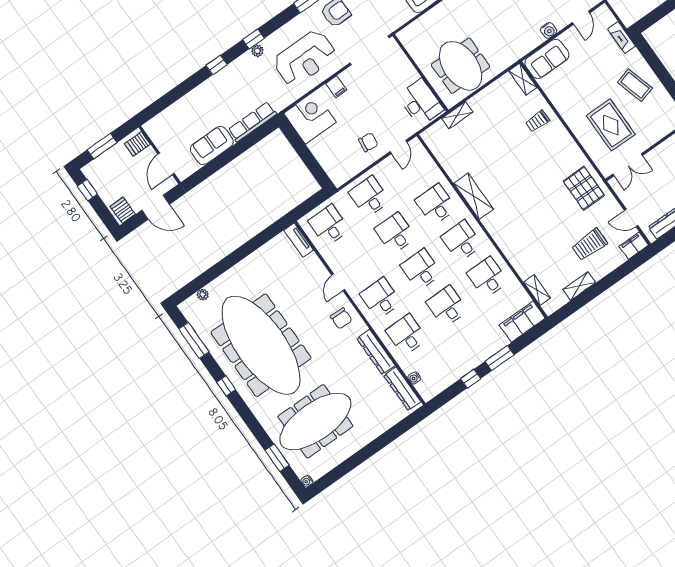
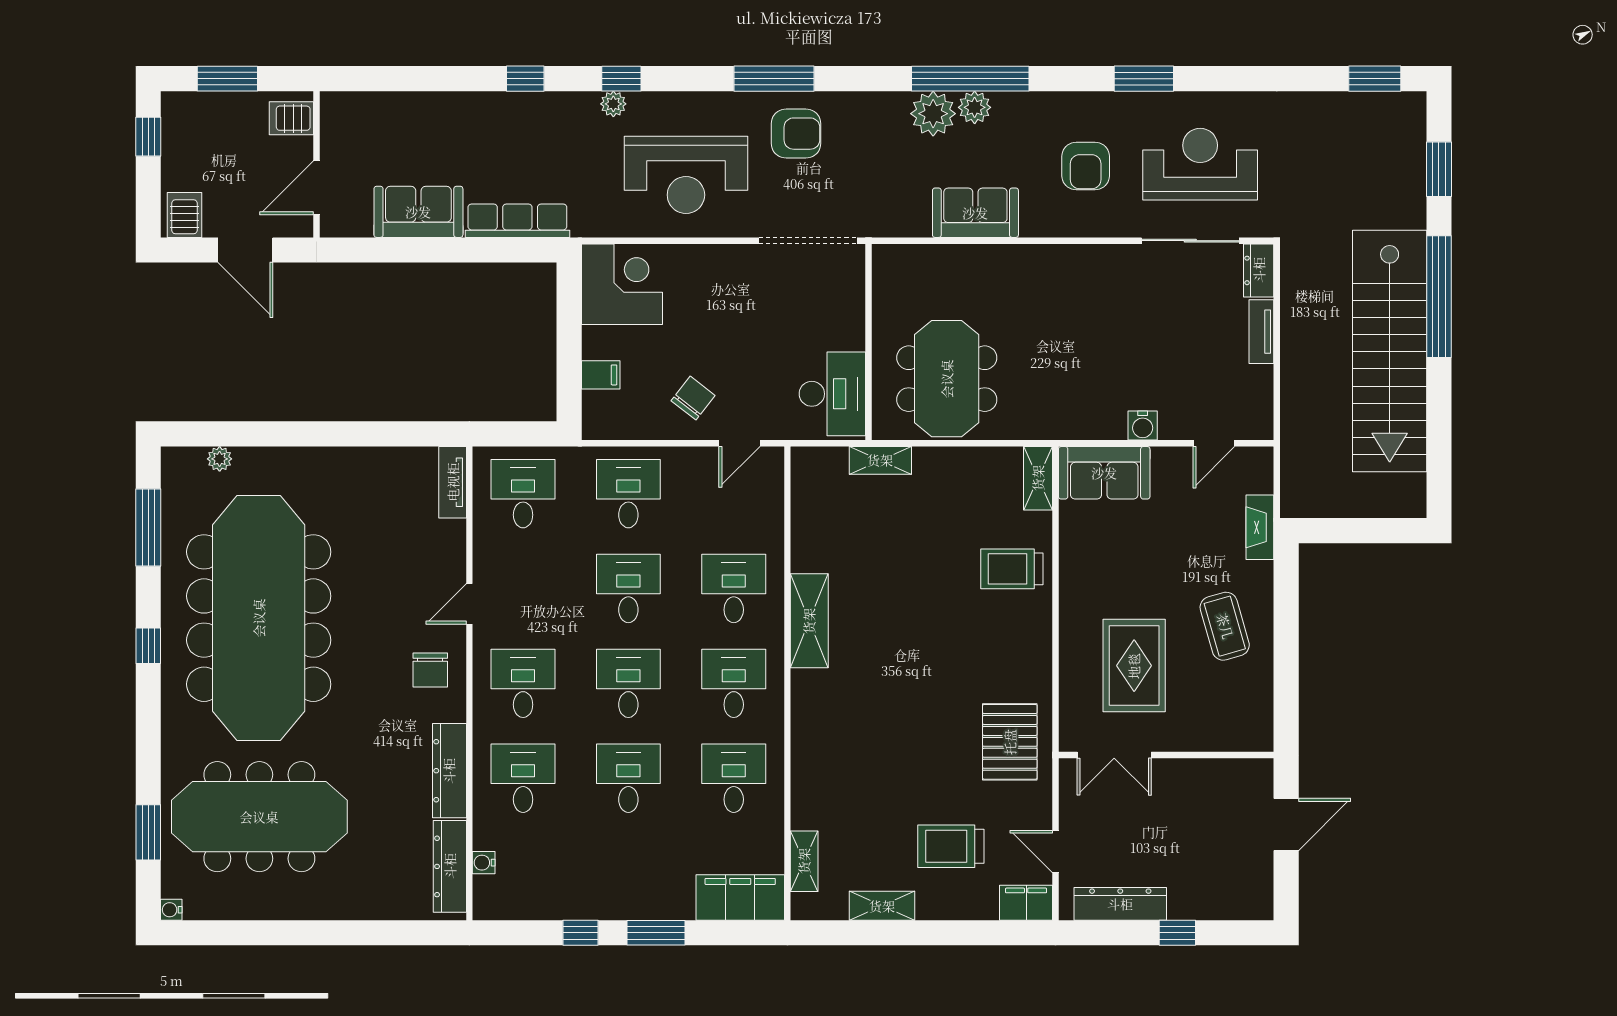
filing cabinet: (336, 87) -> (601, 375), moved, turned -90
trolley: (537, 121) -> (1012, 569), width x1.36, depth x1.39
chair: (368, 142) -> (693, 398), turned -60

